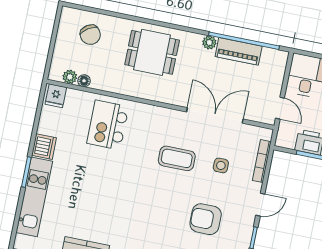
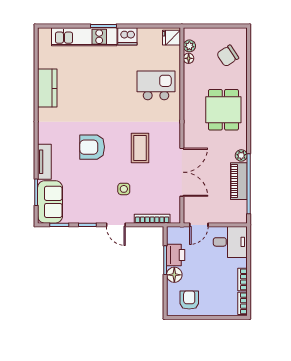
side table: (221, 165) -> (124, 189), moved
armchair: (206, 219) -> (92, 147), moved, turned -90

